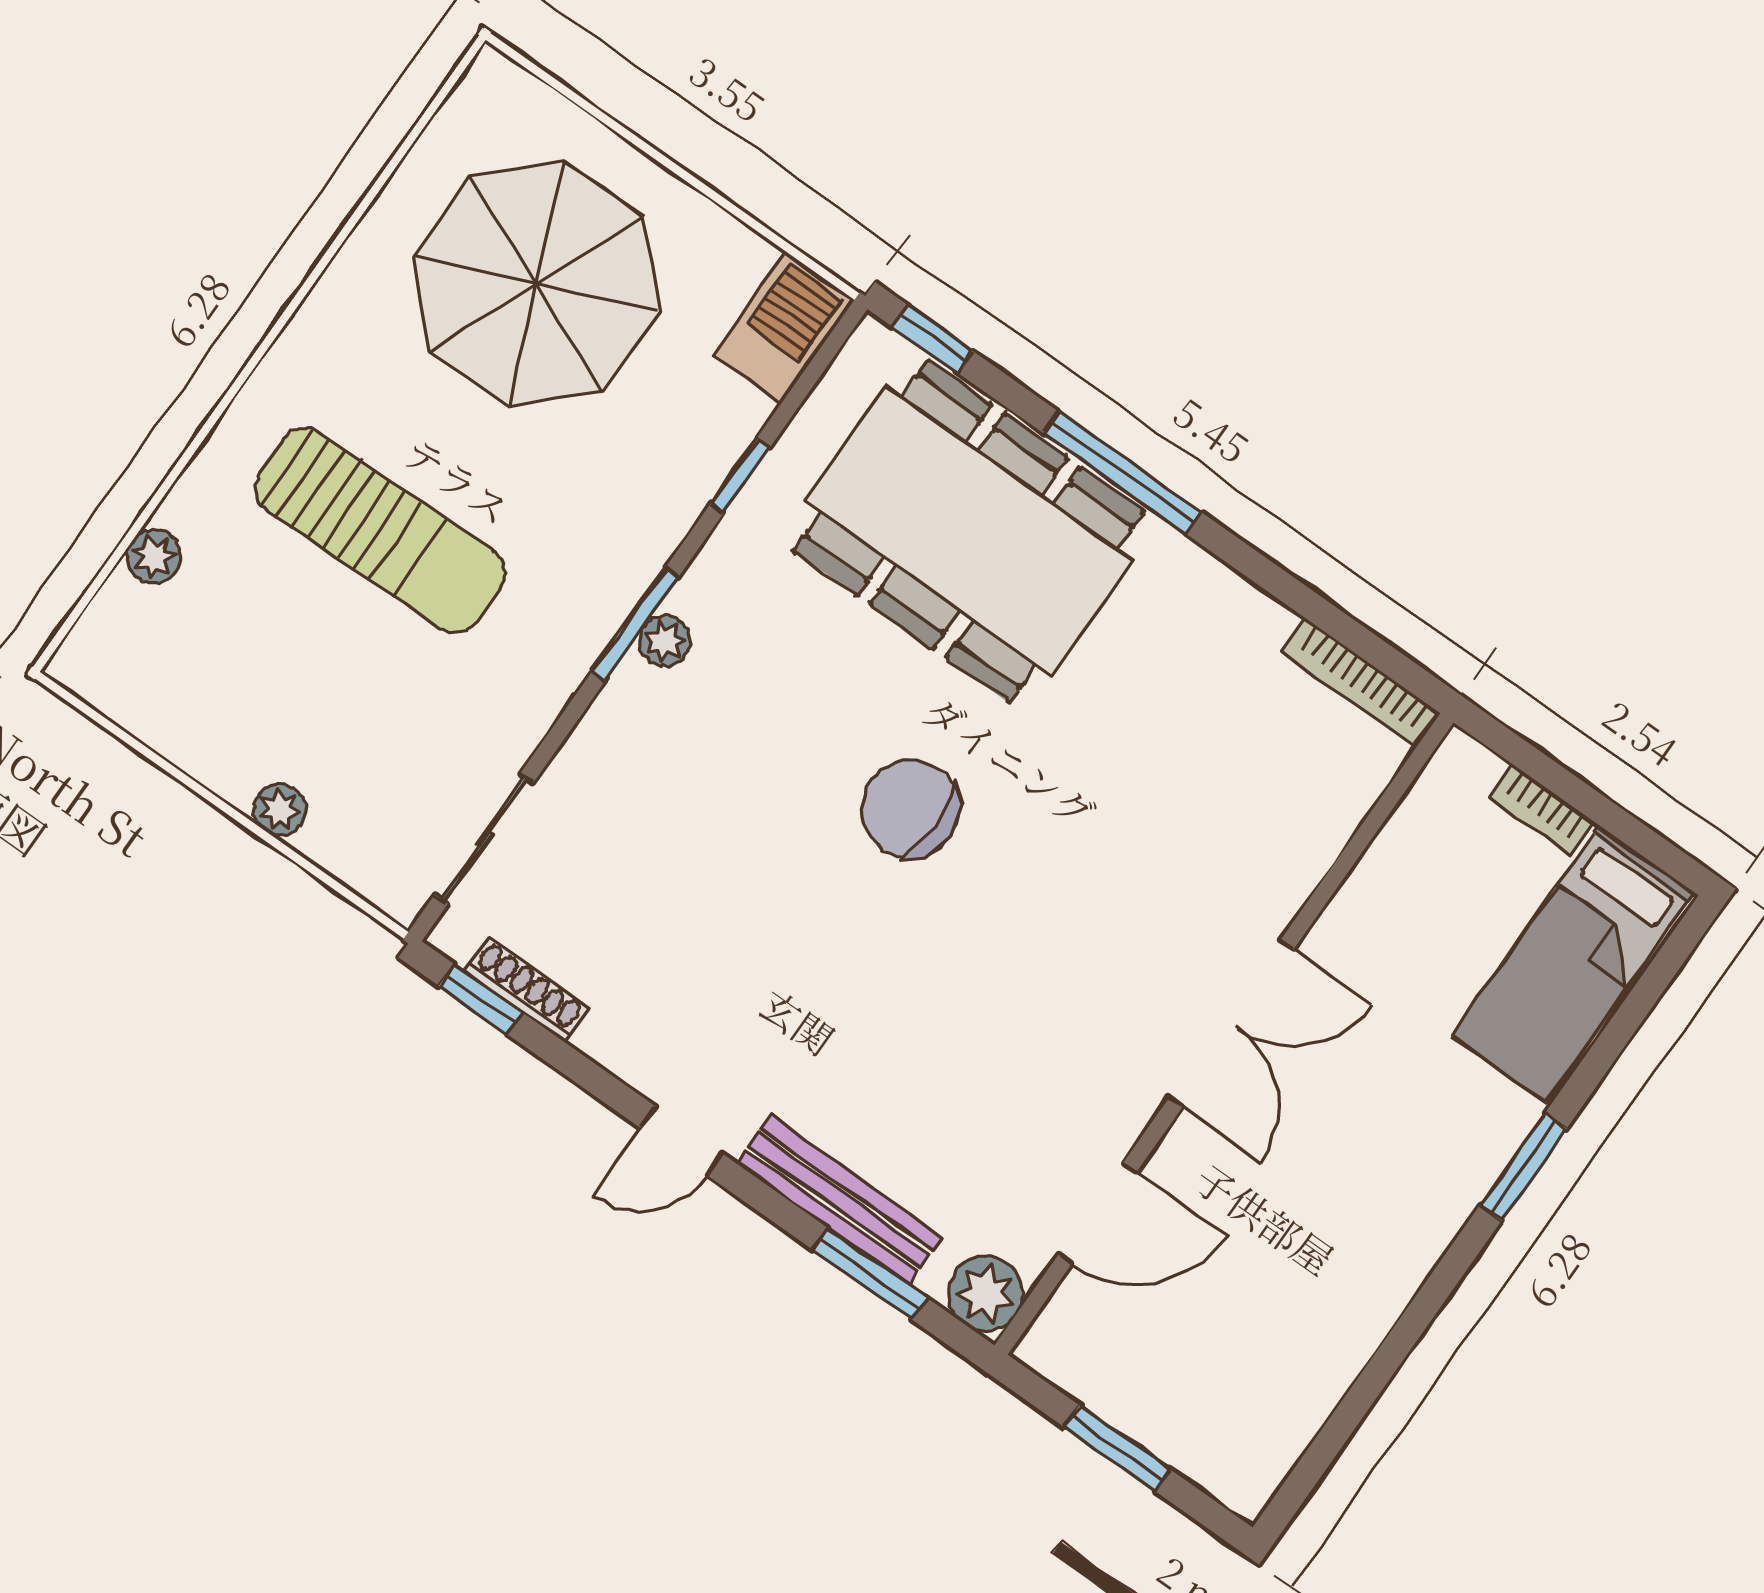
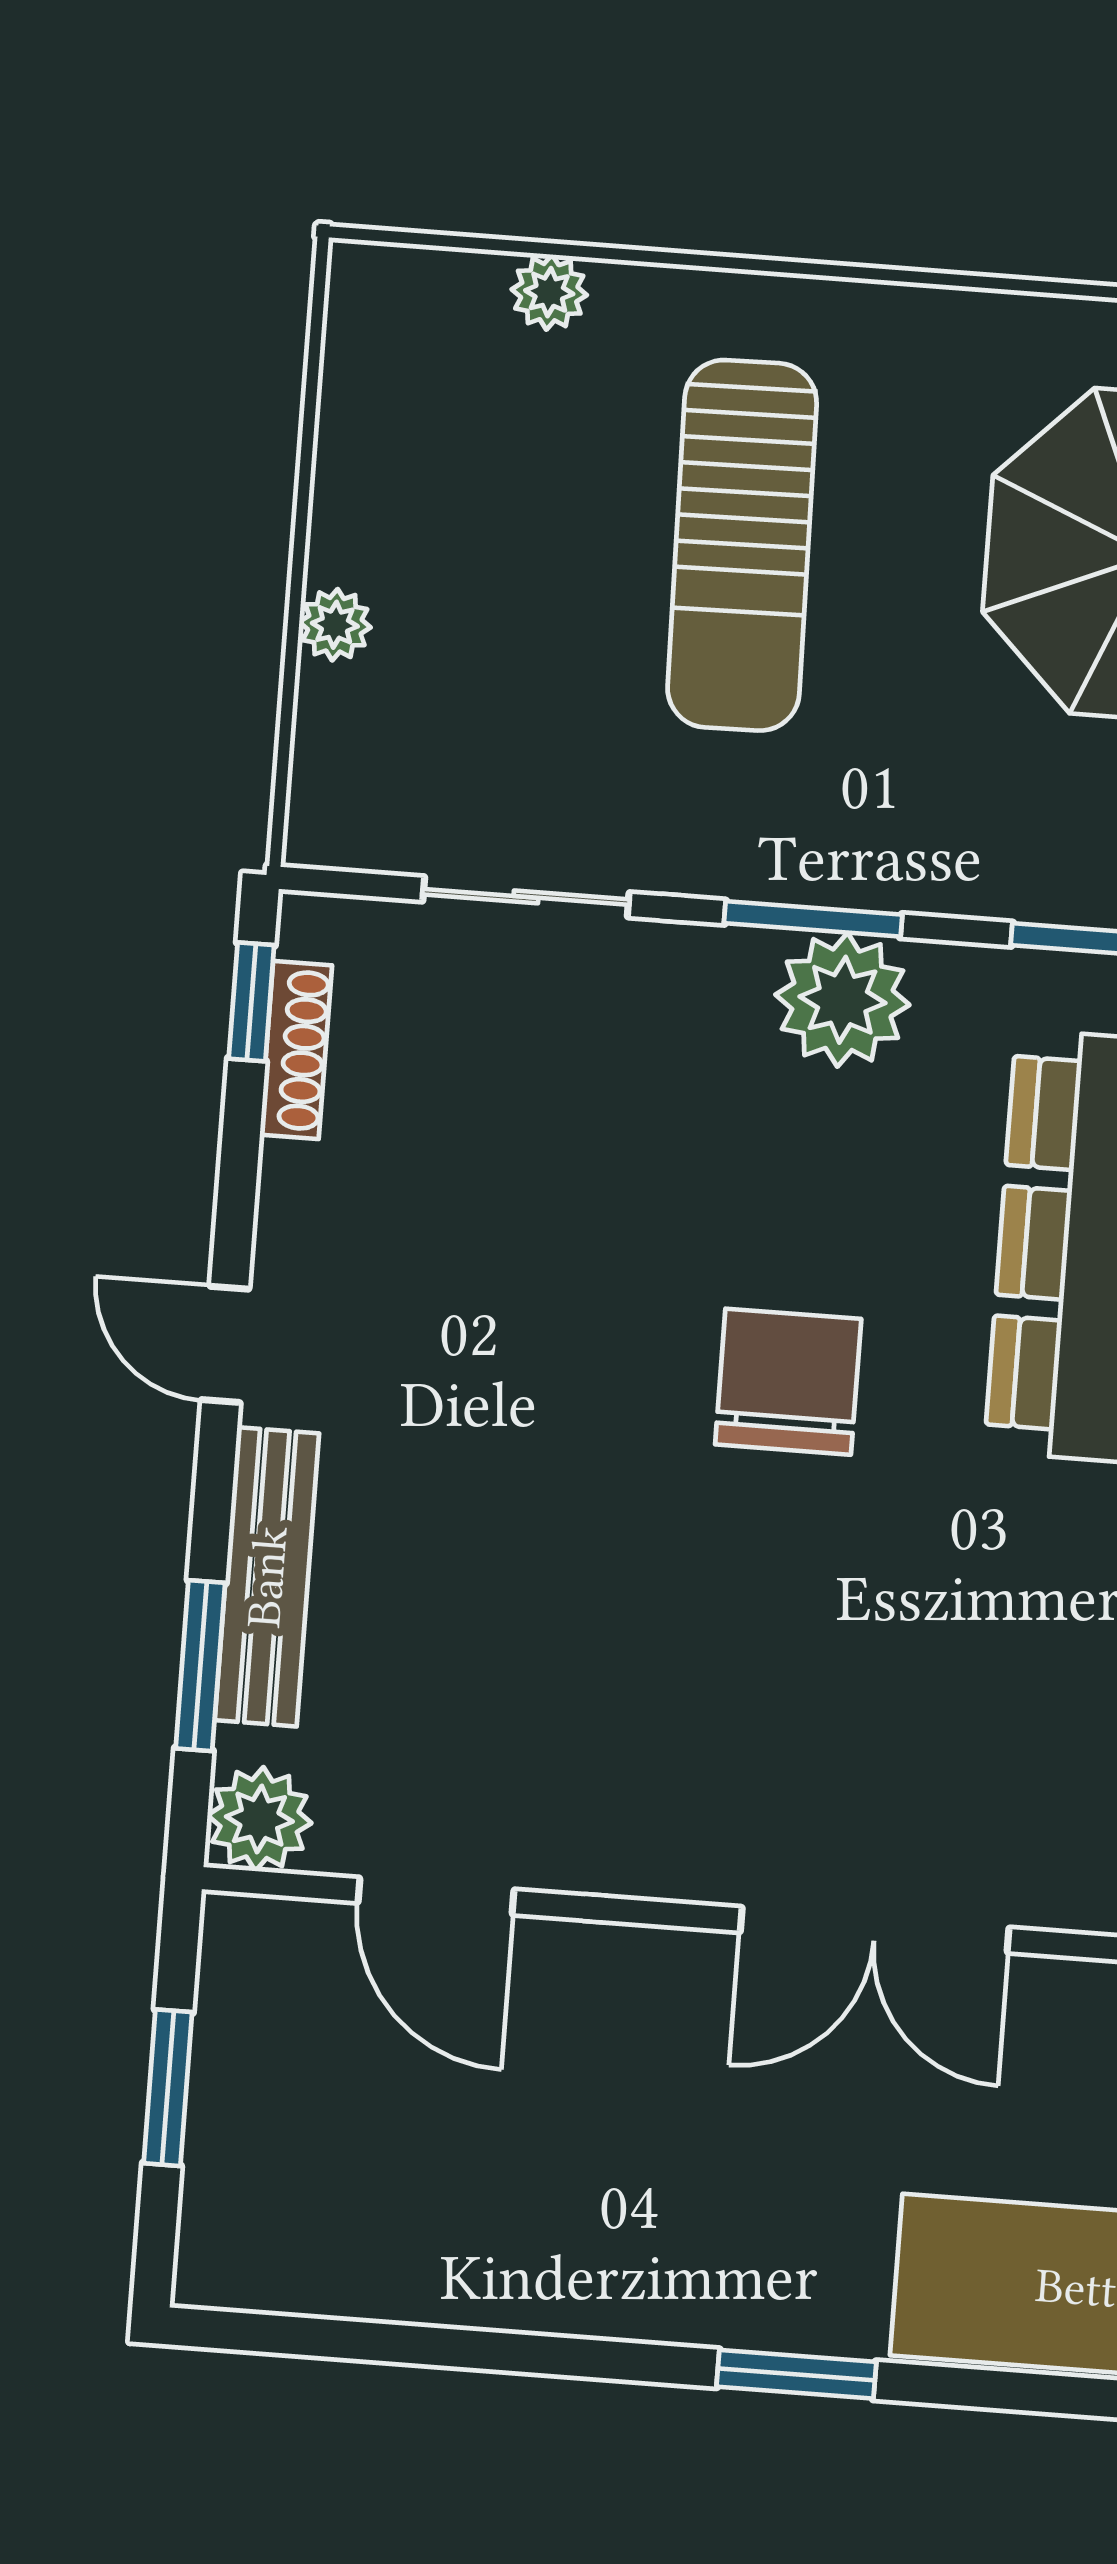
plant: (665, 641) -> (842, 1000), width x1.88, depth x1.88
sliding door: (484, 839) -> (526, 897), moved
double door: (1231, 1024) -> (875, 1930), moved

